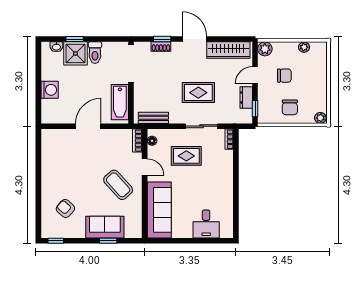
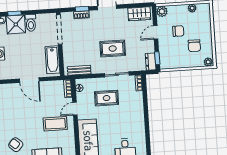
wardrobe: (228, 50) -> (139, 14), width x0.67
dresser: (246, 97) -> (151, 62), moved
chair: (290, 107) -> (194, 46), moved
door: (88, 126) -> (29, 80), swing flipped
door: (145, 167) -> (75, 109), swing flipped
coffee table: (118, 185) -> (55, 124), turned -48

